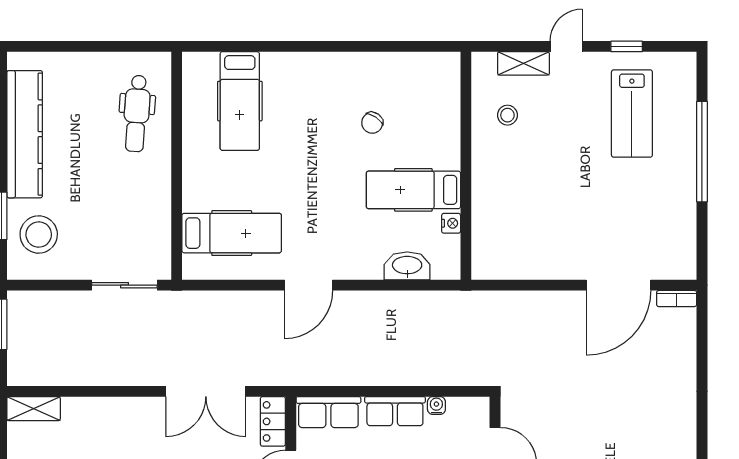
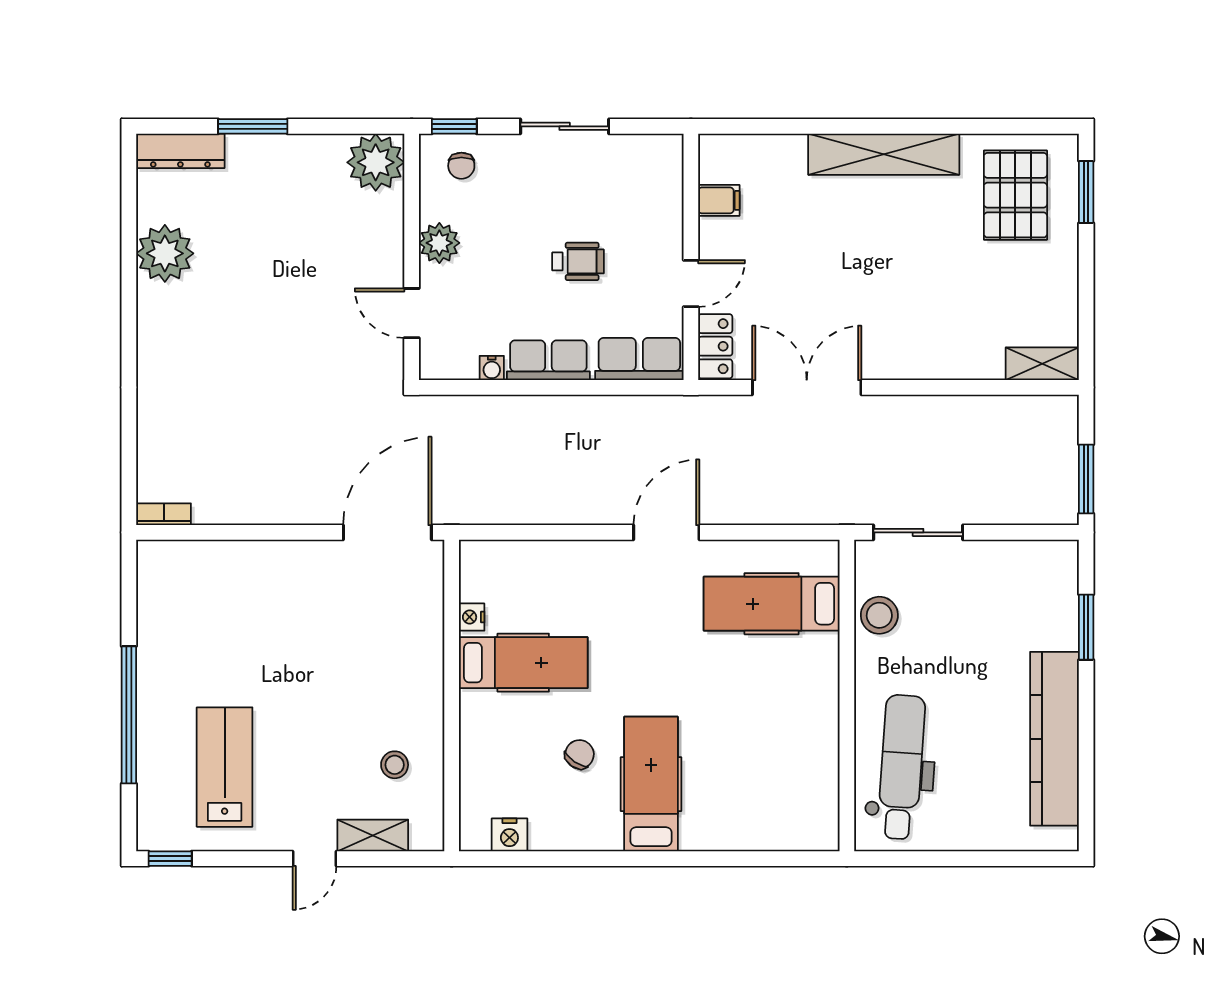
window: (627, 46) -> (170, 859), moved
nightstand: (423, 64) -> (509, 835), added
hospital bed: (240, 101) -> (651, 784), moved
dental chair: (137, 113) -> (901, 767), width x1.36, depth x1.38
stool: (39, 235) -> (879, 615), moved, width x0.73, depth x0.73
washbasin: (407, 266) -> (532, 559), removed
door: (618, 285) -> (387, 532), moved

